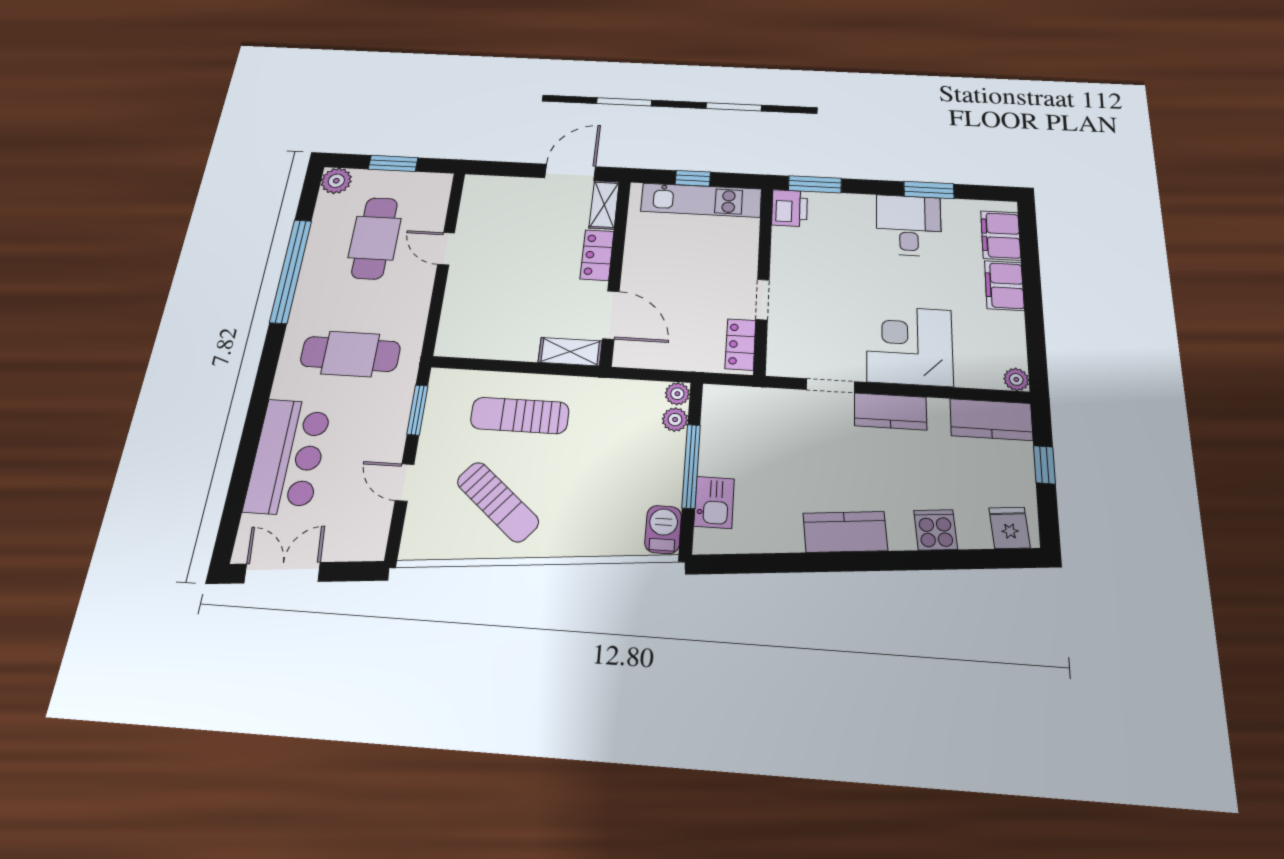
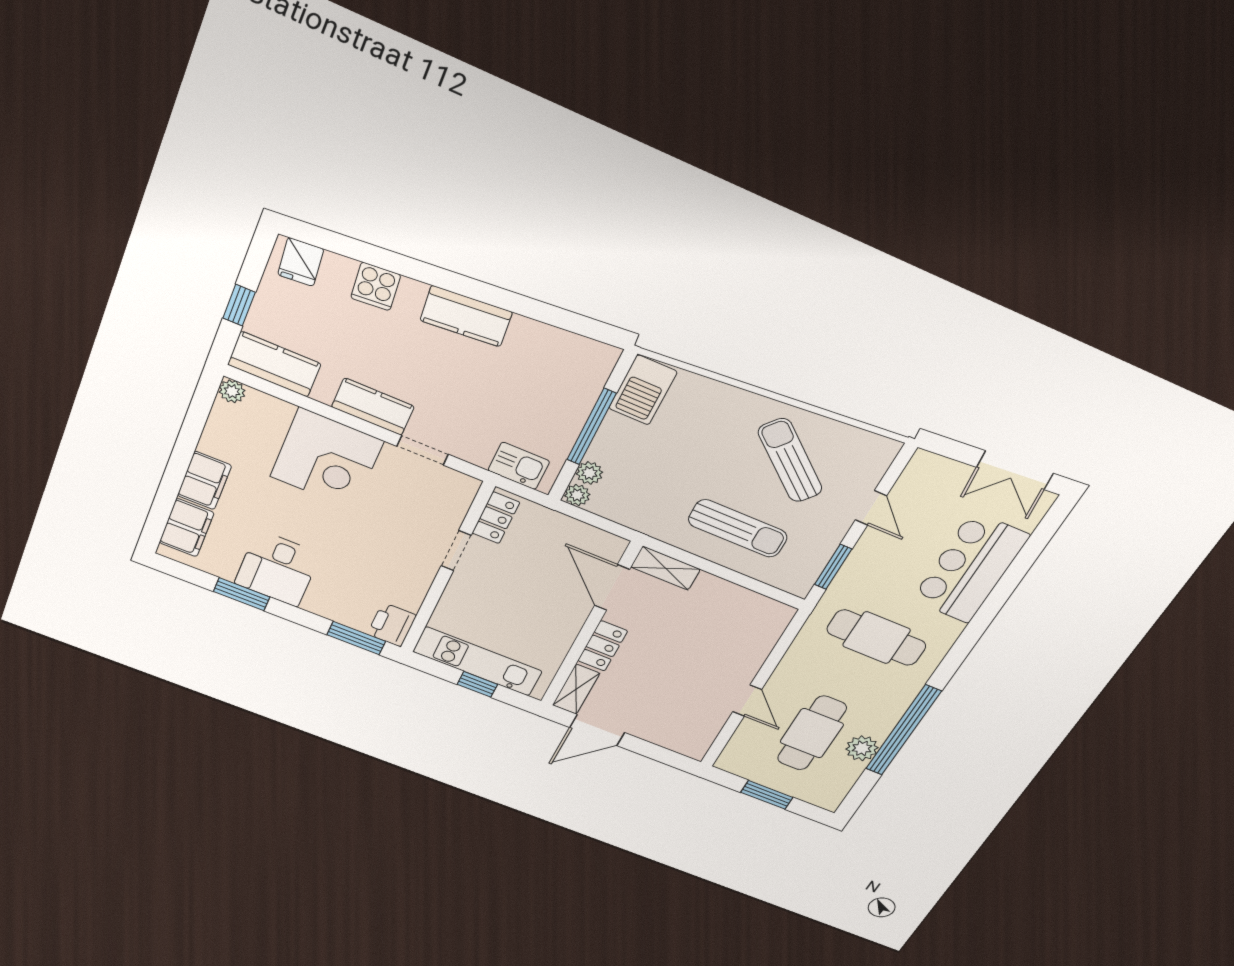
plant: (336, 181) -> (862, 748), moved
kitchen sink: (714, 502) -> (519, 466), moved, turned 90
barbecue: (663, 530) -> (643, 390), width x1.38, depth x1.27

